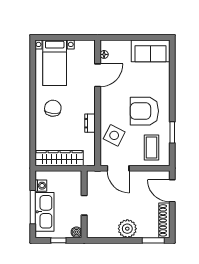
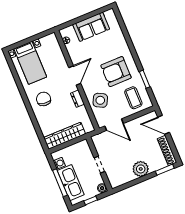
sofa: (151, 51) -> (91, 27), moved
door: (98, 75) -> (75, 75), moved

